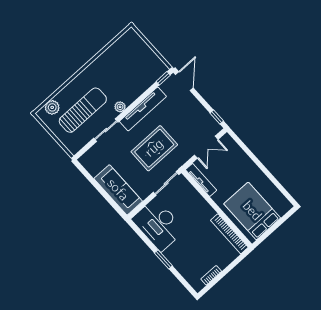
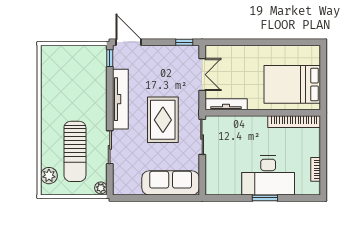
plant: (120, 107) -> (101, 188), moved
sun lounger: (83, 110) -> (75, 151), turned 180
desk: (158, 225) -> (268, 175), moved

